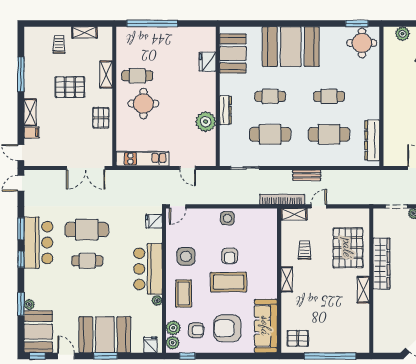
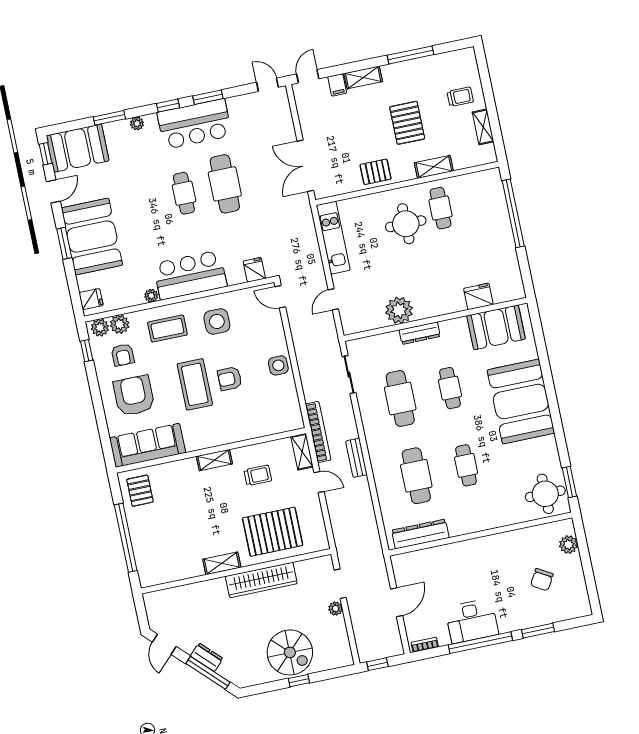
plant: (29, 304) -> (137, 123), moved

